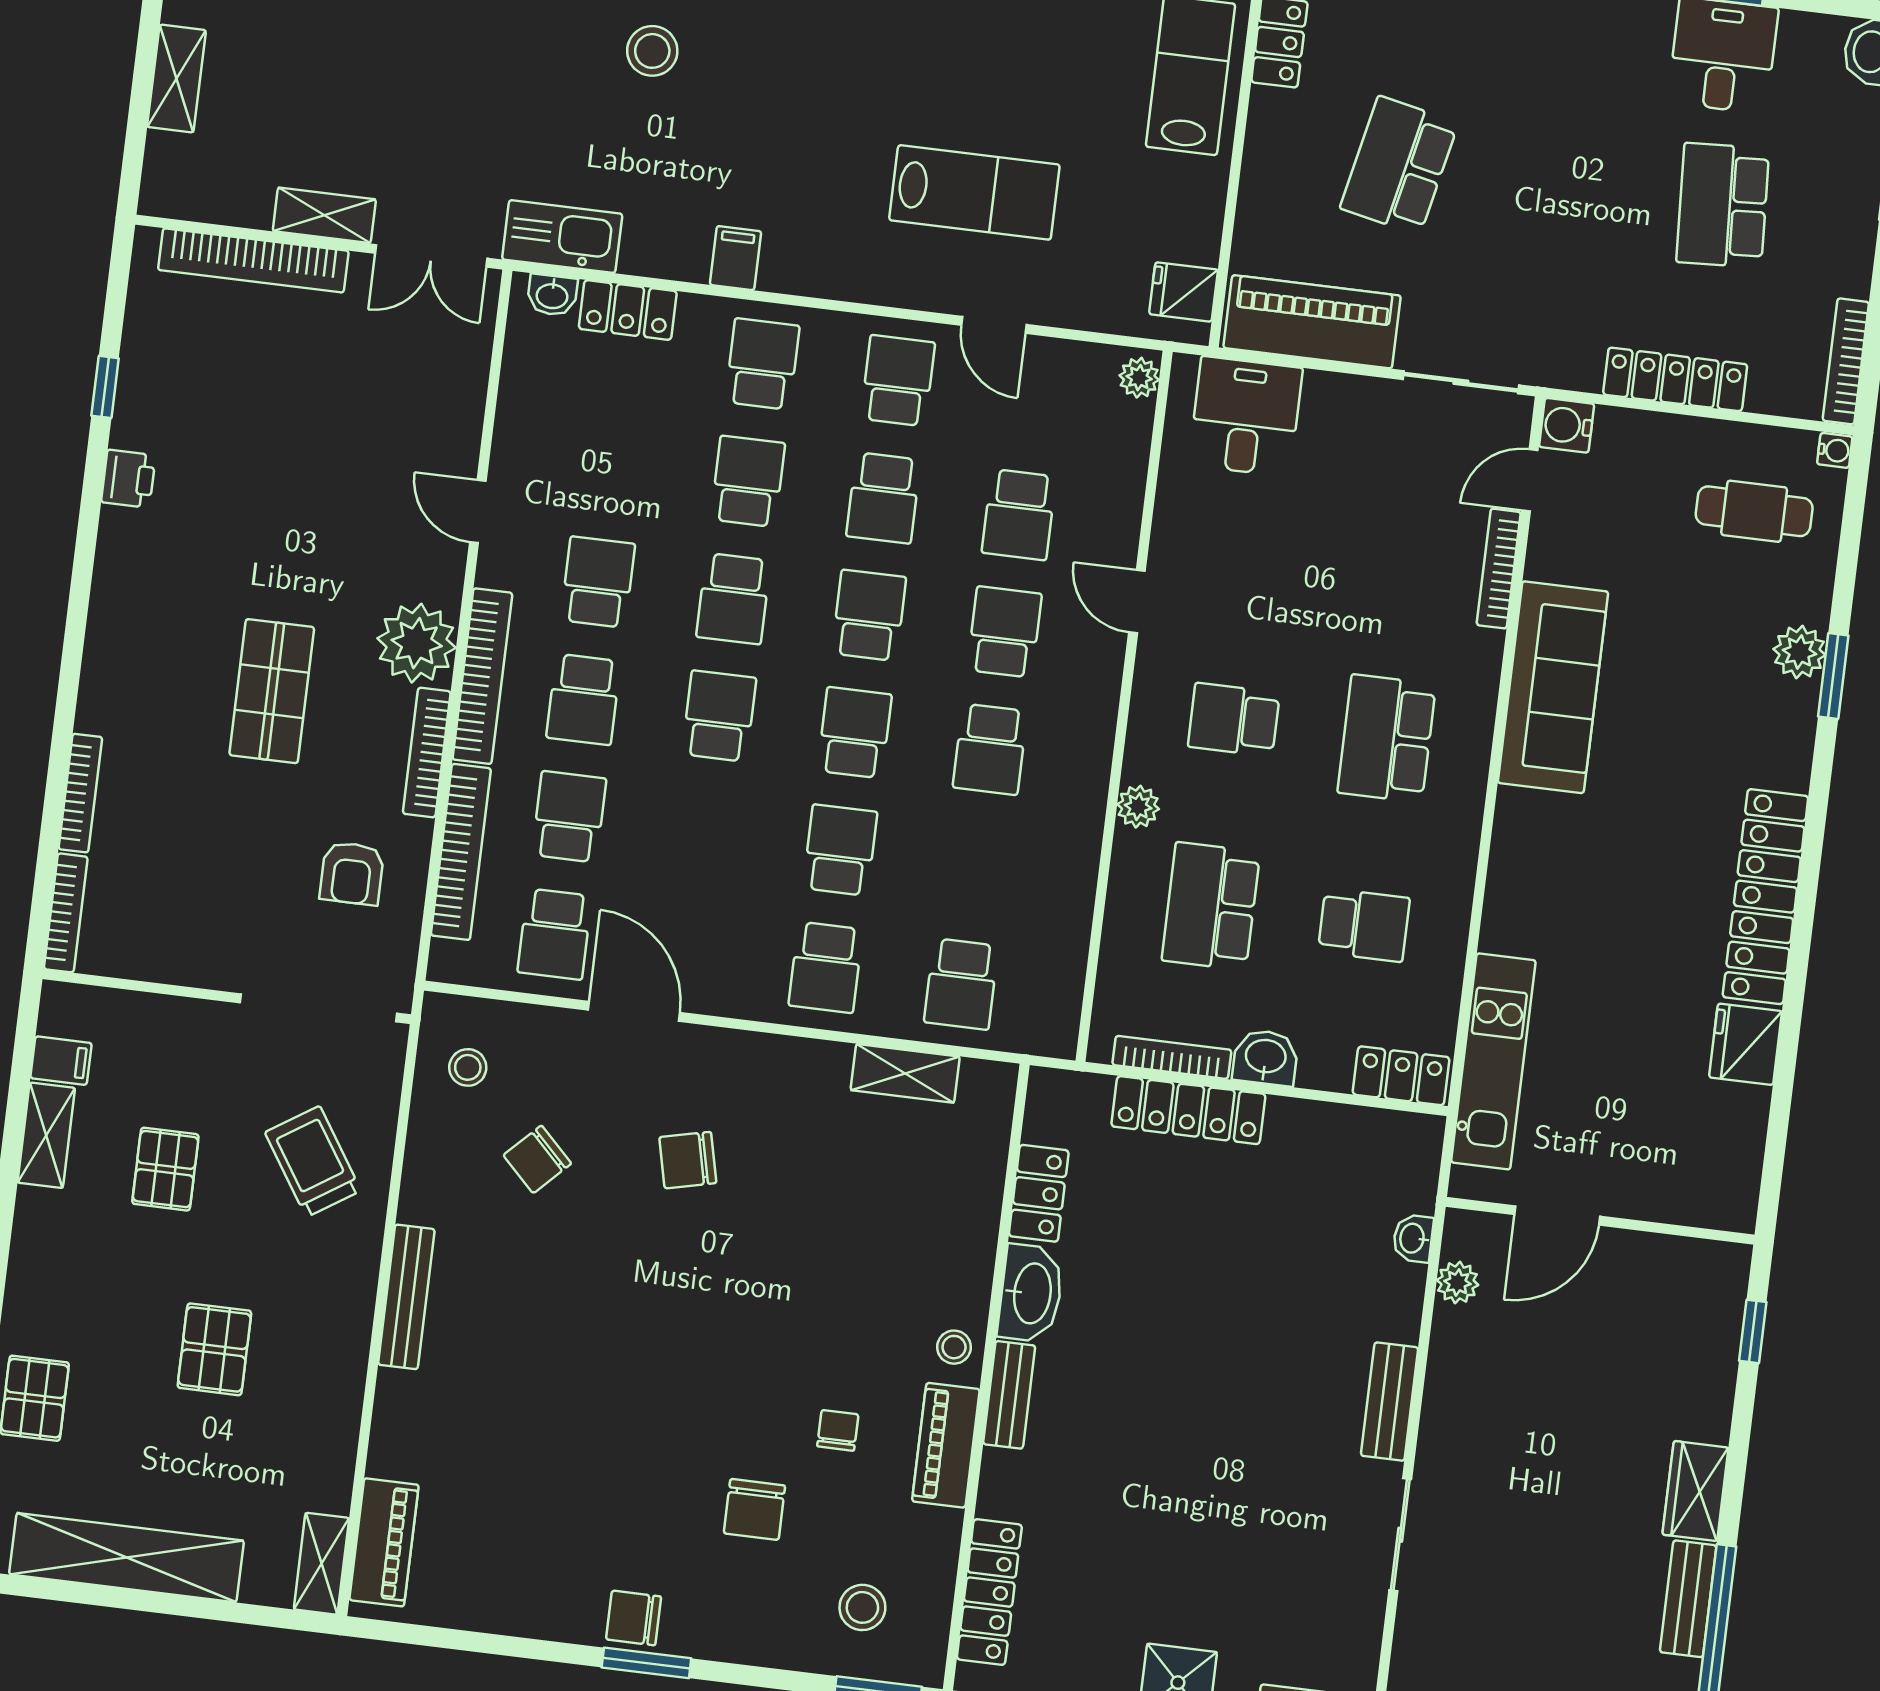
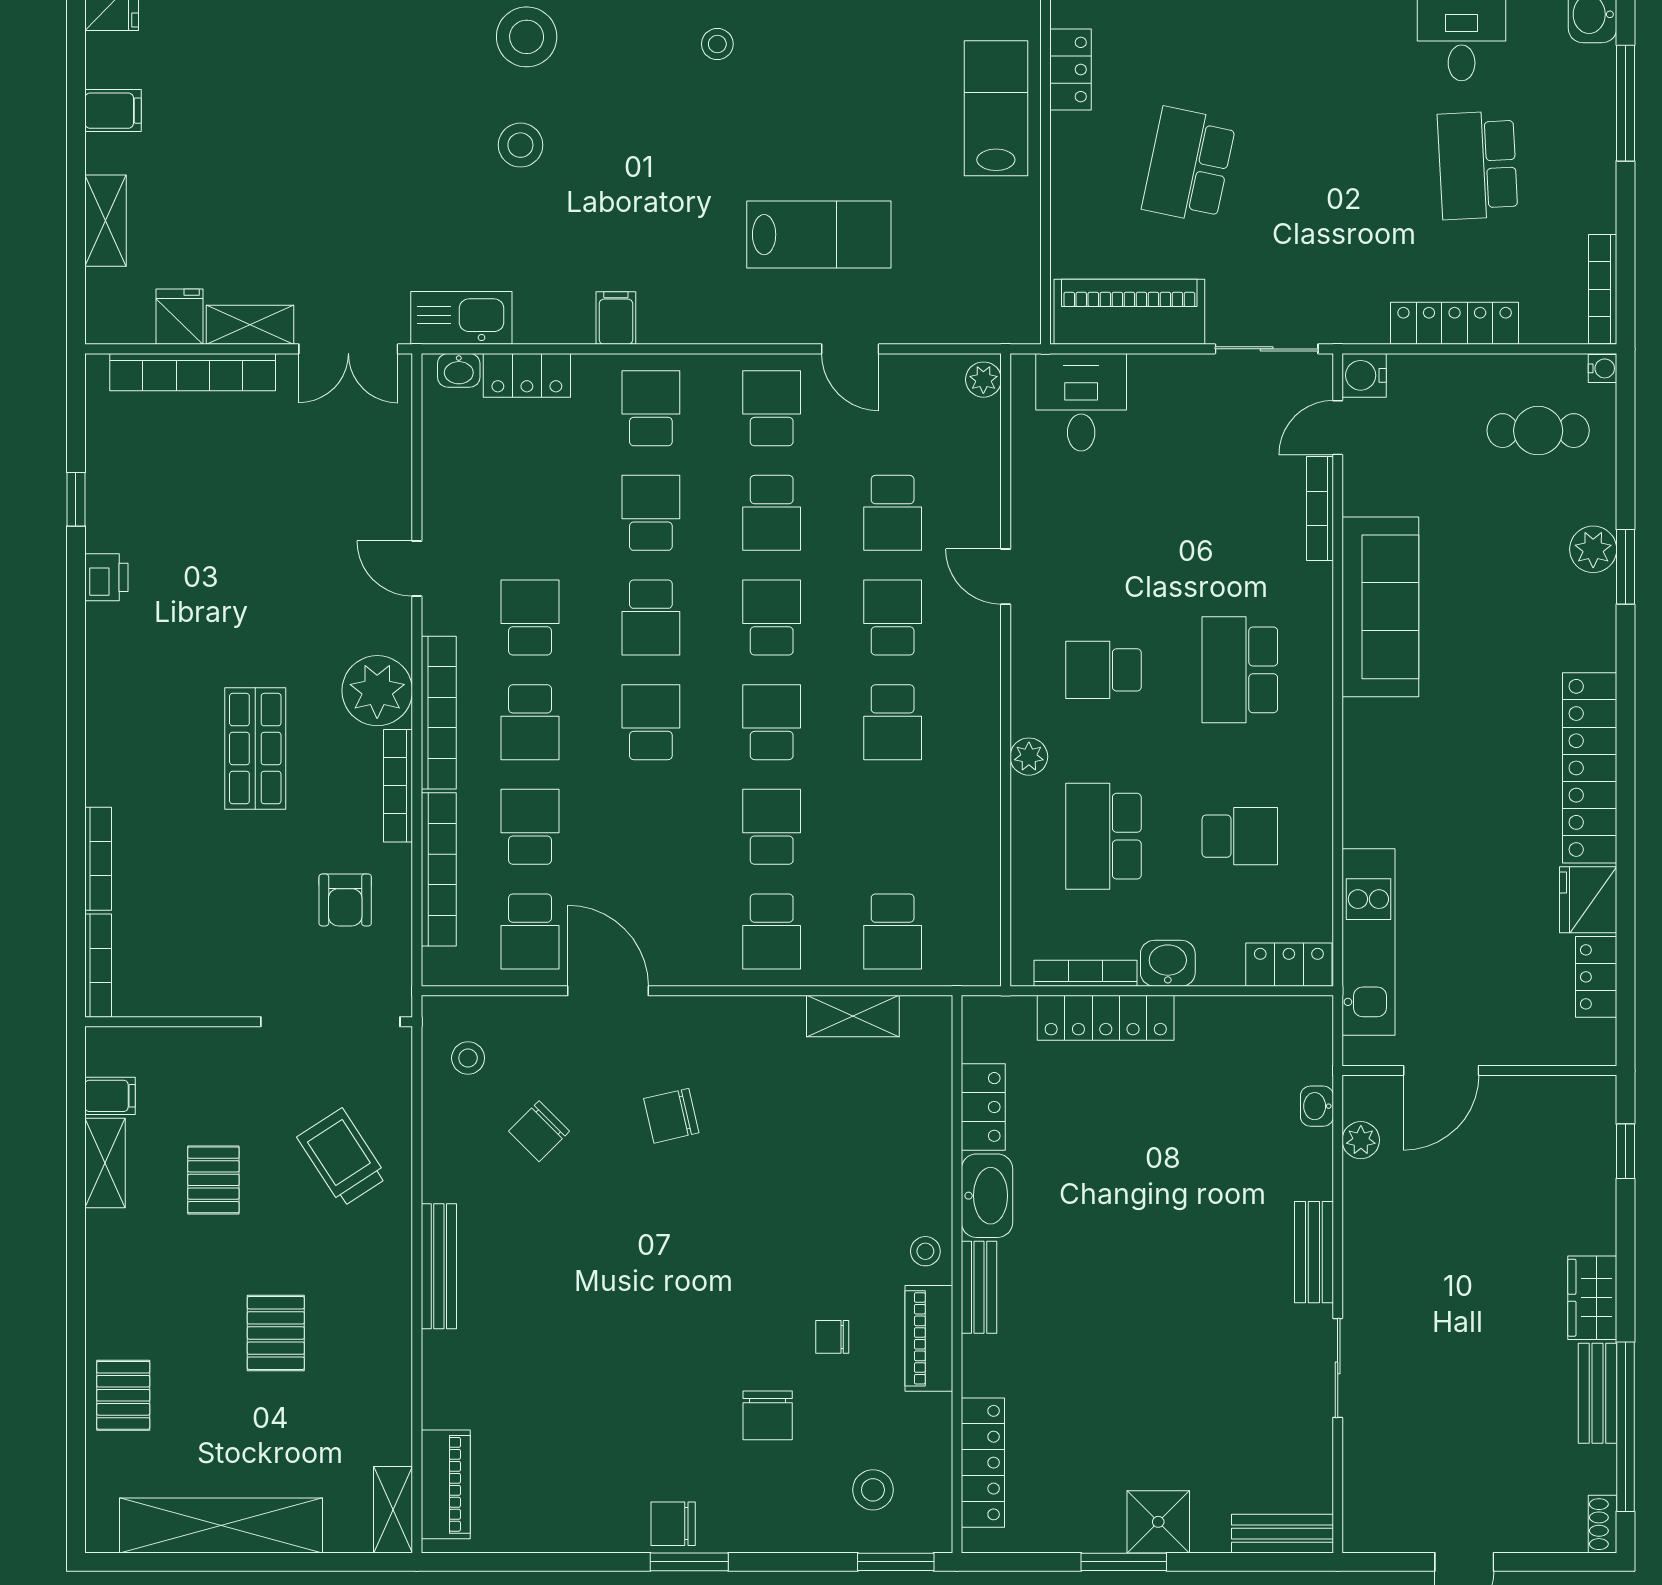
fridge: (1184, 292) -> (180, 317), moved, turned 90
locker: (1744, 1132) -> (1596, 977), added
chair: (838, 1430) -> (832, 1337), turned -90

